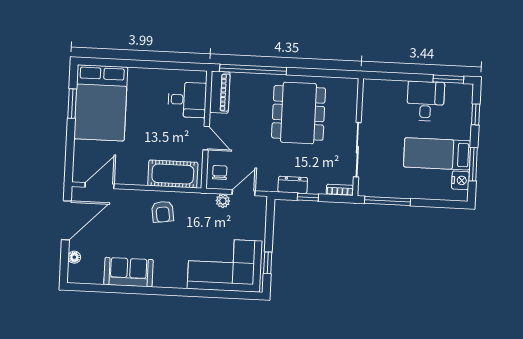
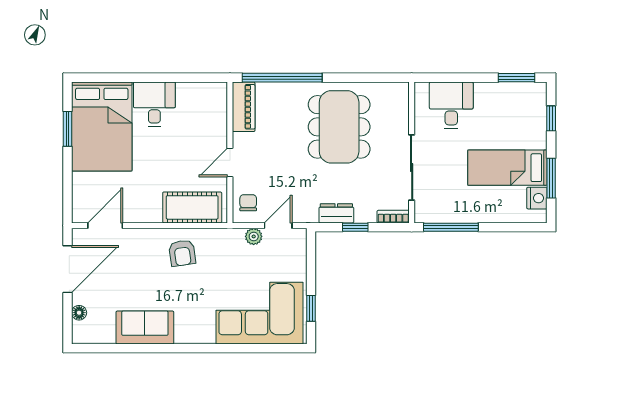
desk: (187, 100) -> (154, 104), moved, turned -90
desk: (426, 101) -> (451, 105), moved
door: (206, 138) -> (230, 162), swing flipped

